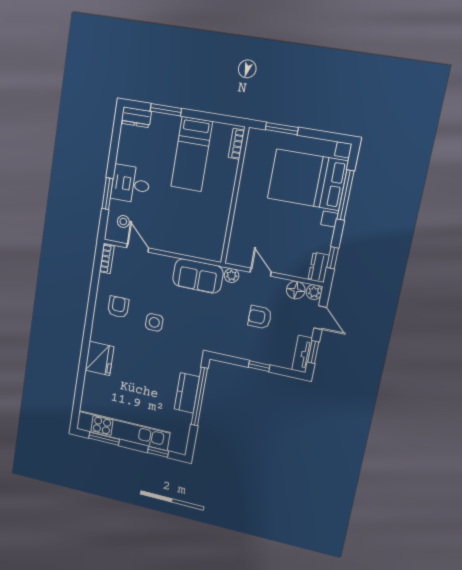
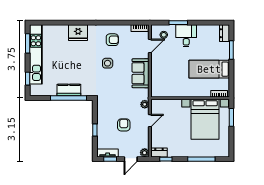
bed with nightstands: (307, 180) -> (205, 119), moved, turned 180
sofa: (198, 276) -> (140, 73), moved
floor lamp: (296, 290) -> (144, 142), removed

